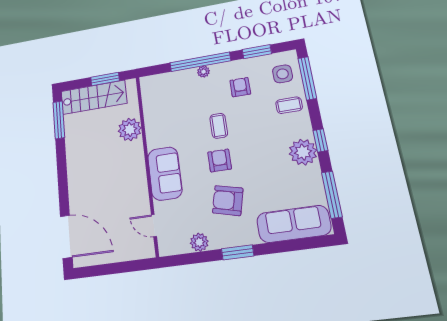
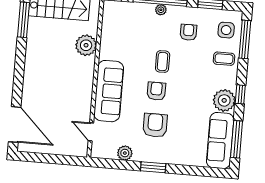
sofa: (165, 173) -> (109, 91), width x1.36
armchair: (228, 201) -> (155, 125), turned 76
sofa: (294, 224) -> (220, 141), moved, turned -90

